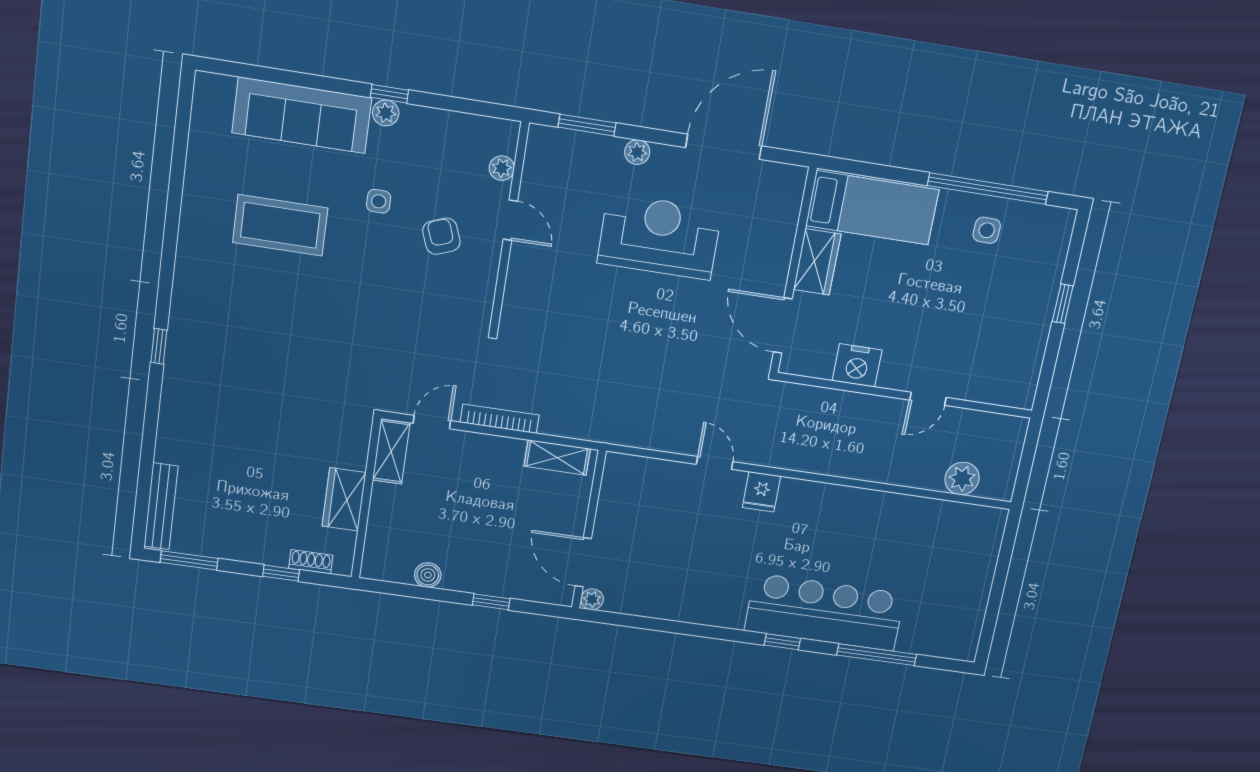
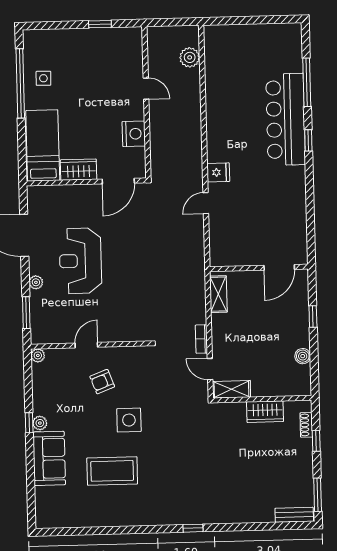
sofa: (302, 115) -> (49, 458), width x0.73
plant: (502, 168) -> (38, 355), moved
side table: (379, 201) -> (129, 420), moved, width x1.87, depth x1.87
coffee table: (280, 225) -> (112, 471), turned 90
window: (1063, 304) -> (100, 24), moved
bookcase: (500, 419) -> (201, 339), width x0.64
bench: (161, 506) -> (294, 515), width x0.73
plant: (592, 599) -> (301, 258), removed

